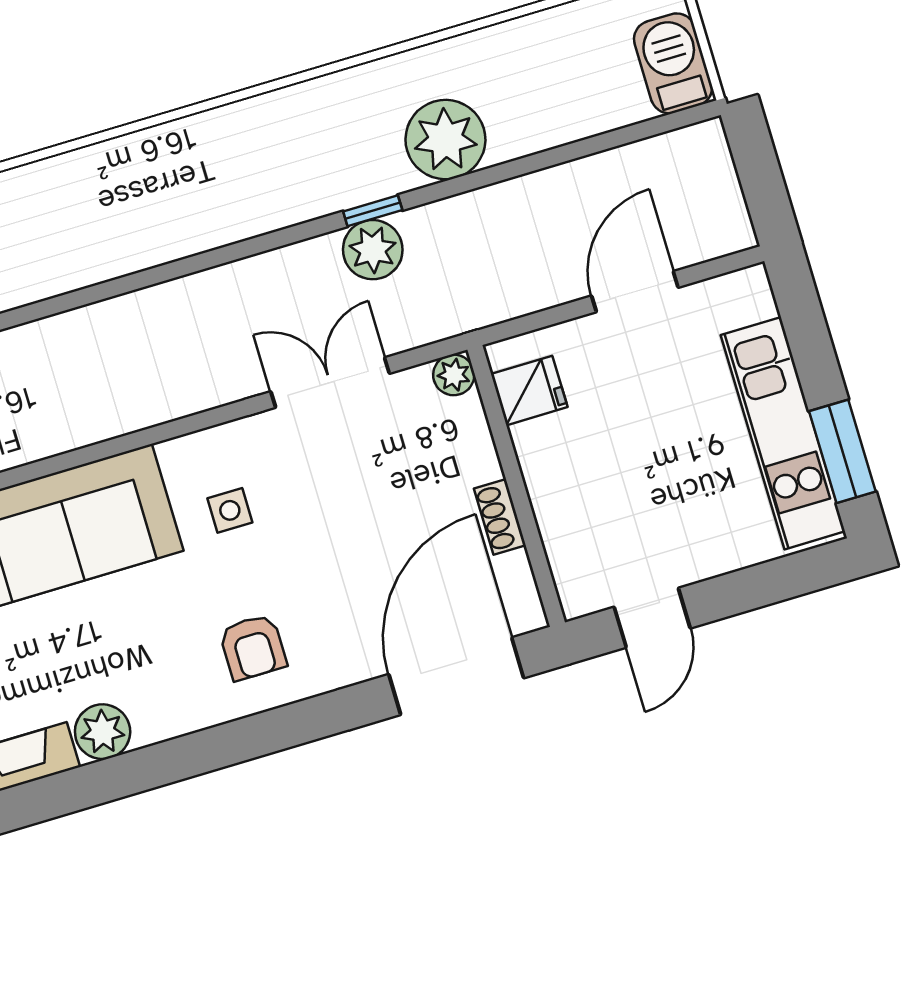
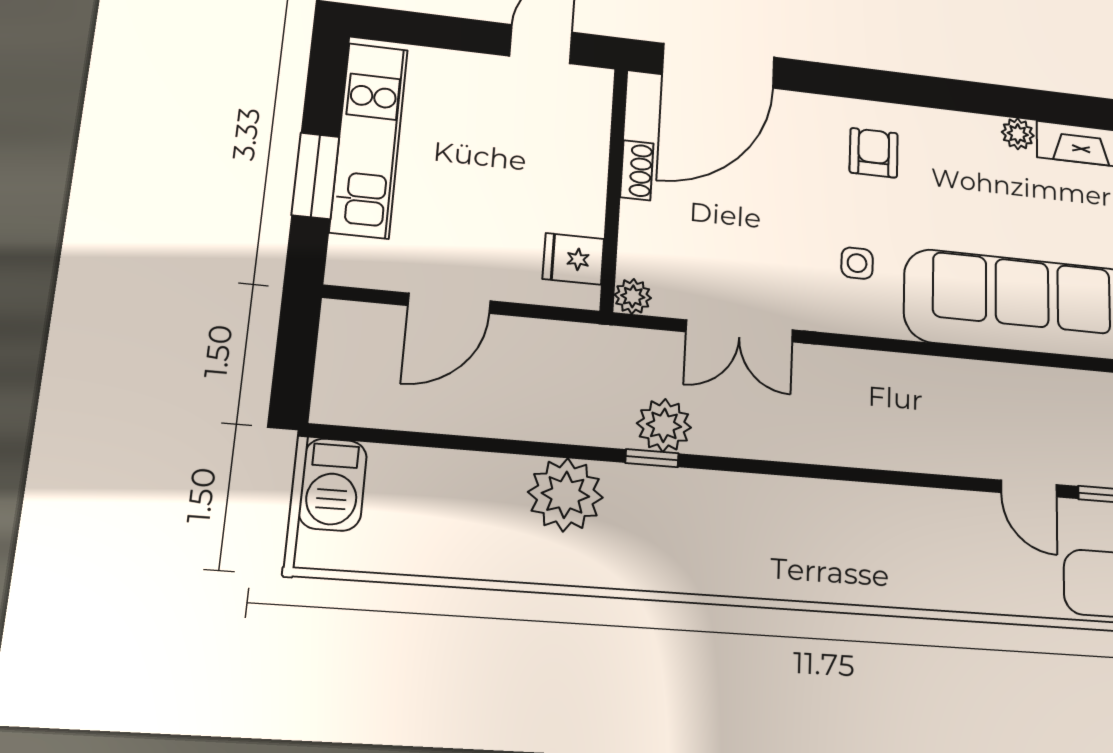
window: (842, 451) -> (316, 176), moved
plant: (103, 732) -> (1018, 134), width x0.73, depth x0.73

